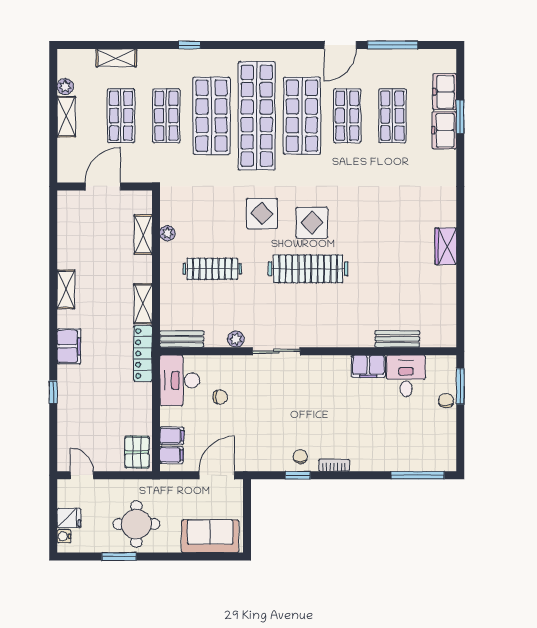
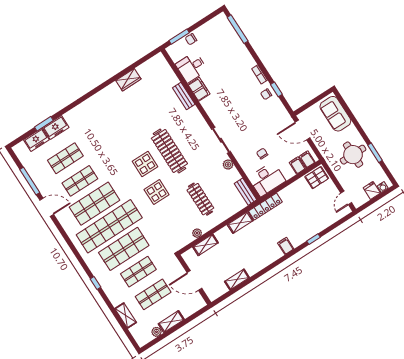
wardrobe: (446, 246) -> (128, 80), moved
shelving: (66, 289) -> (237, 280), moved
bench: (397, 339) -> (184, 96), moved
filing cabinet: (69, 346) -> (286, 246), width x0.50

